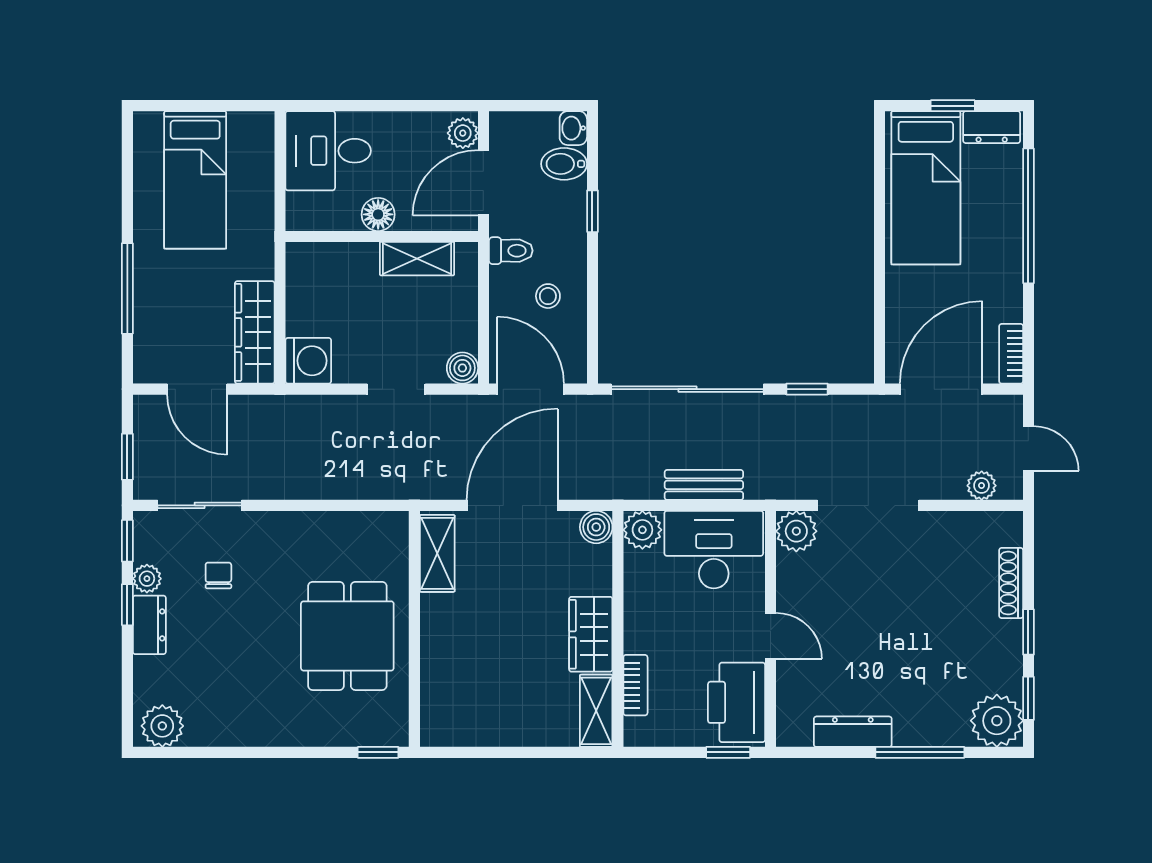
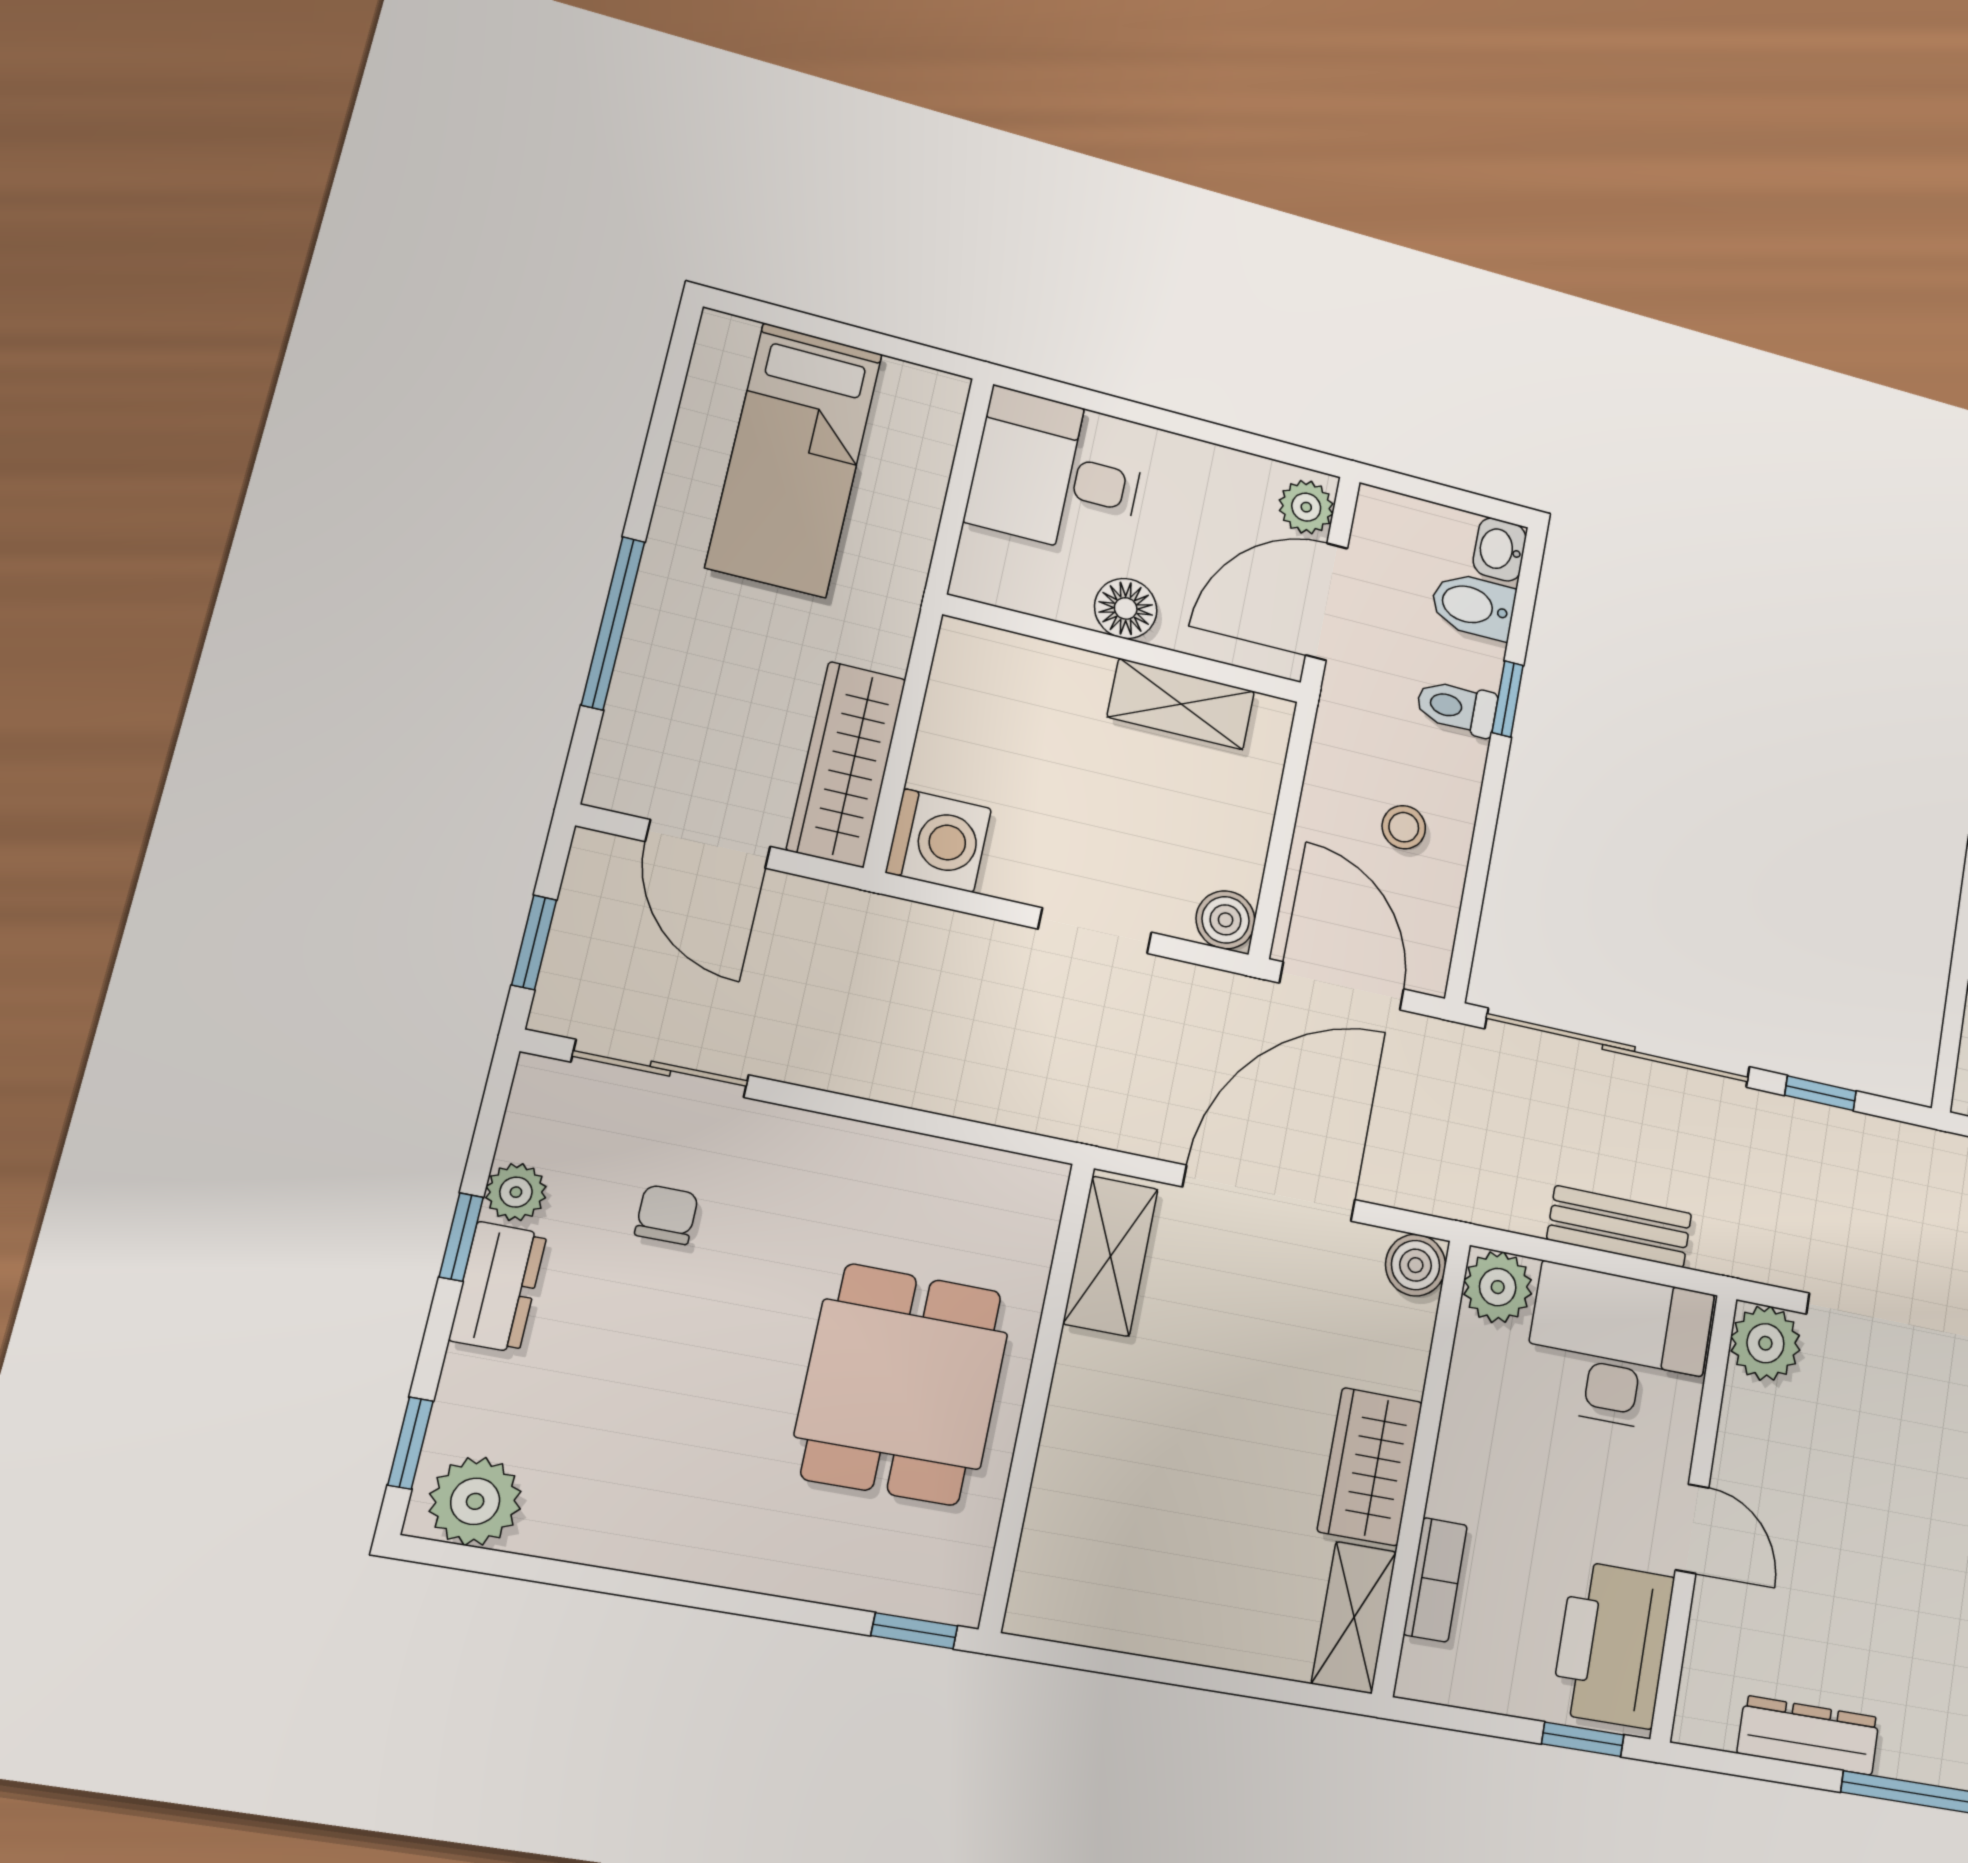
toilet: (511, 251) -> (1457, 707), moved, turned 180
window: (127, 541) -> (410, 1443), moved

